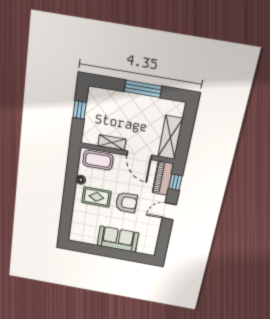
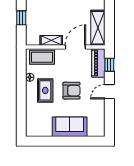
door: (139, 155) -> (75, 47), swing flipped
rug: (96, 197) -> (45, 90), turned 90

